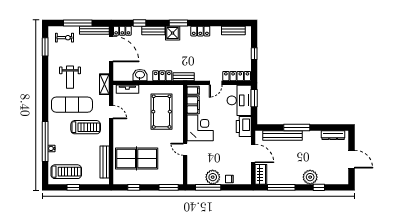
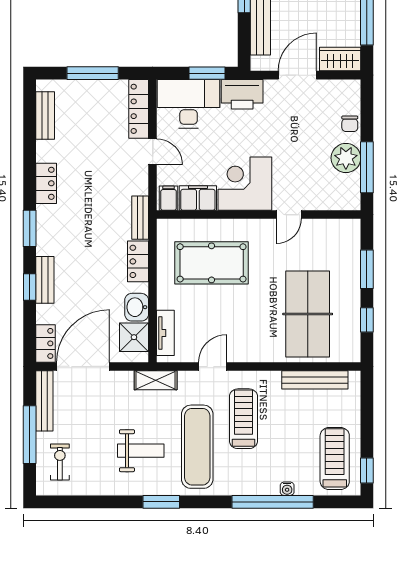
window: (140, 23) -> (30, 287), moved
shower: (173, 33) -> (134, 337), moved
window: (45, 47) -> (161, 502), moved
window: (254, 54) -> (93, 73), width x2.17
window: (254, 98) -> (207, 73), moved
window: (73, 187) -> (367, 470), moved
window: (169, 187) -> (367, 269), moved

